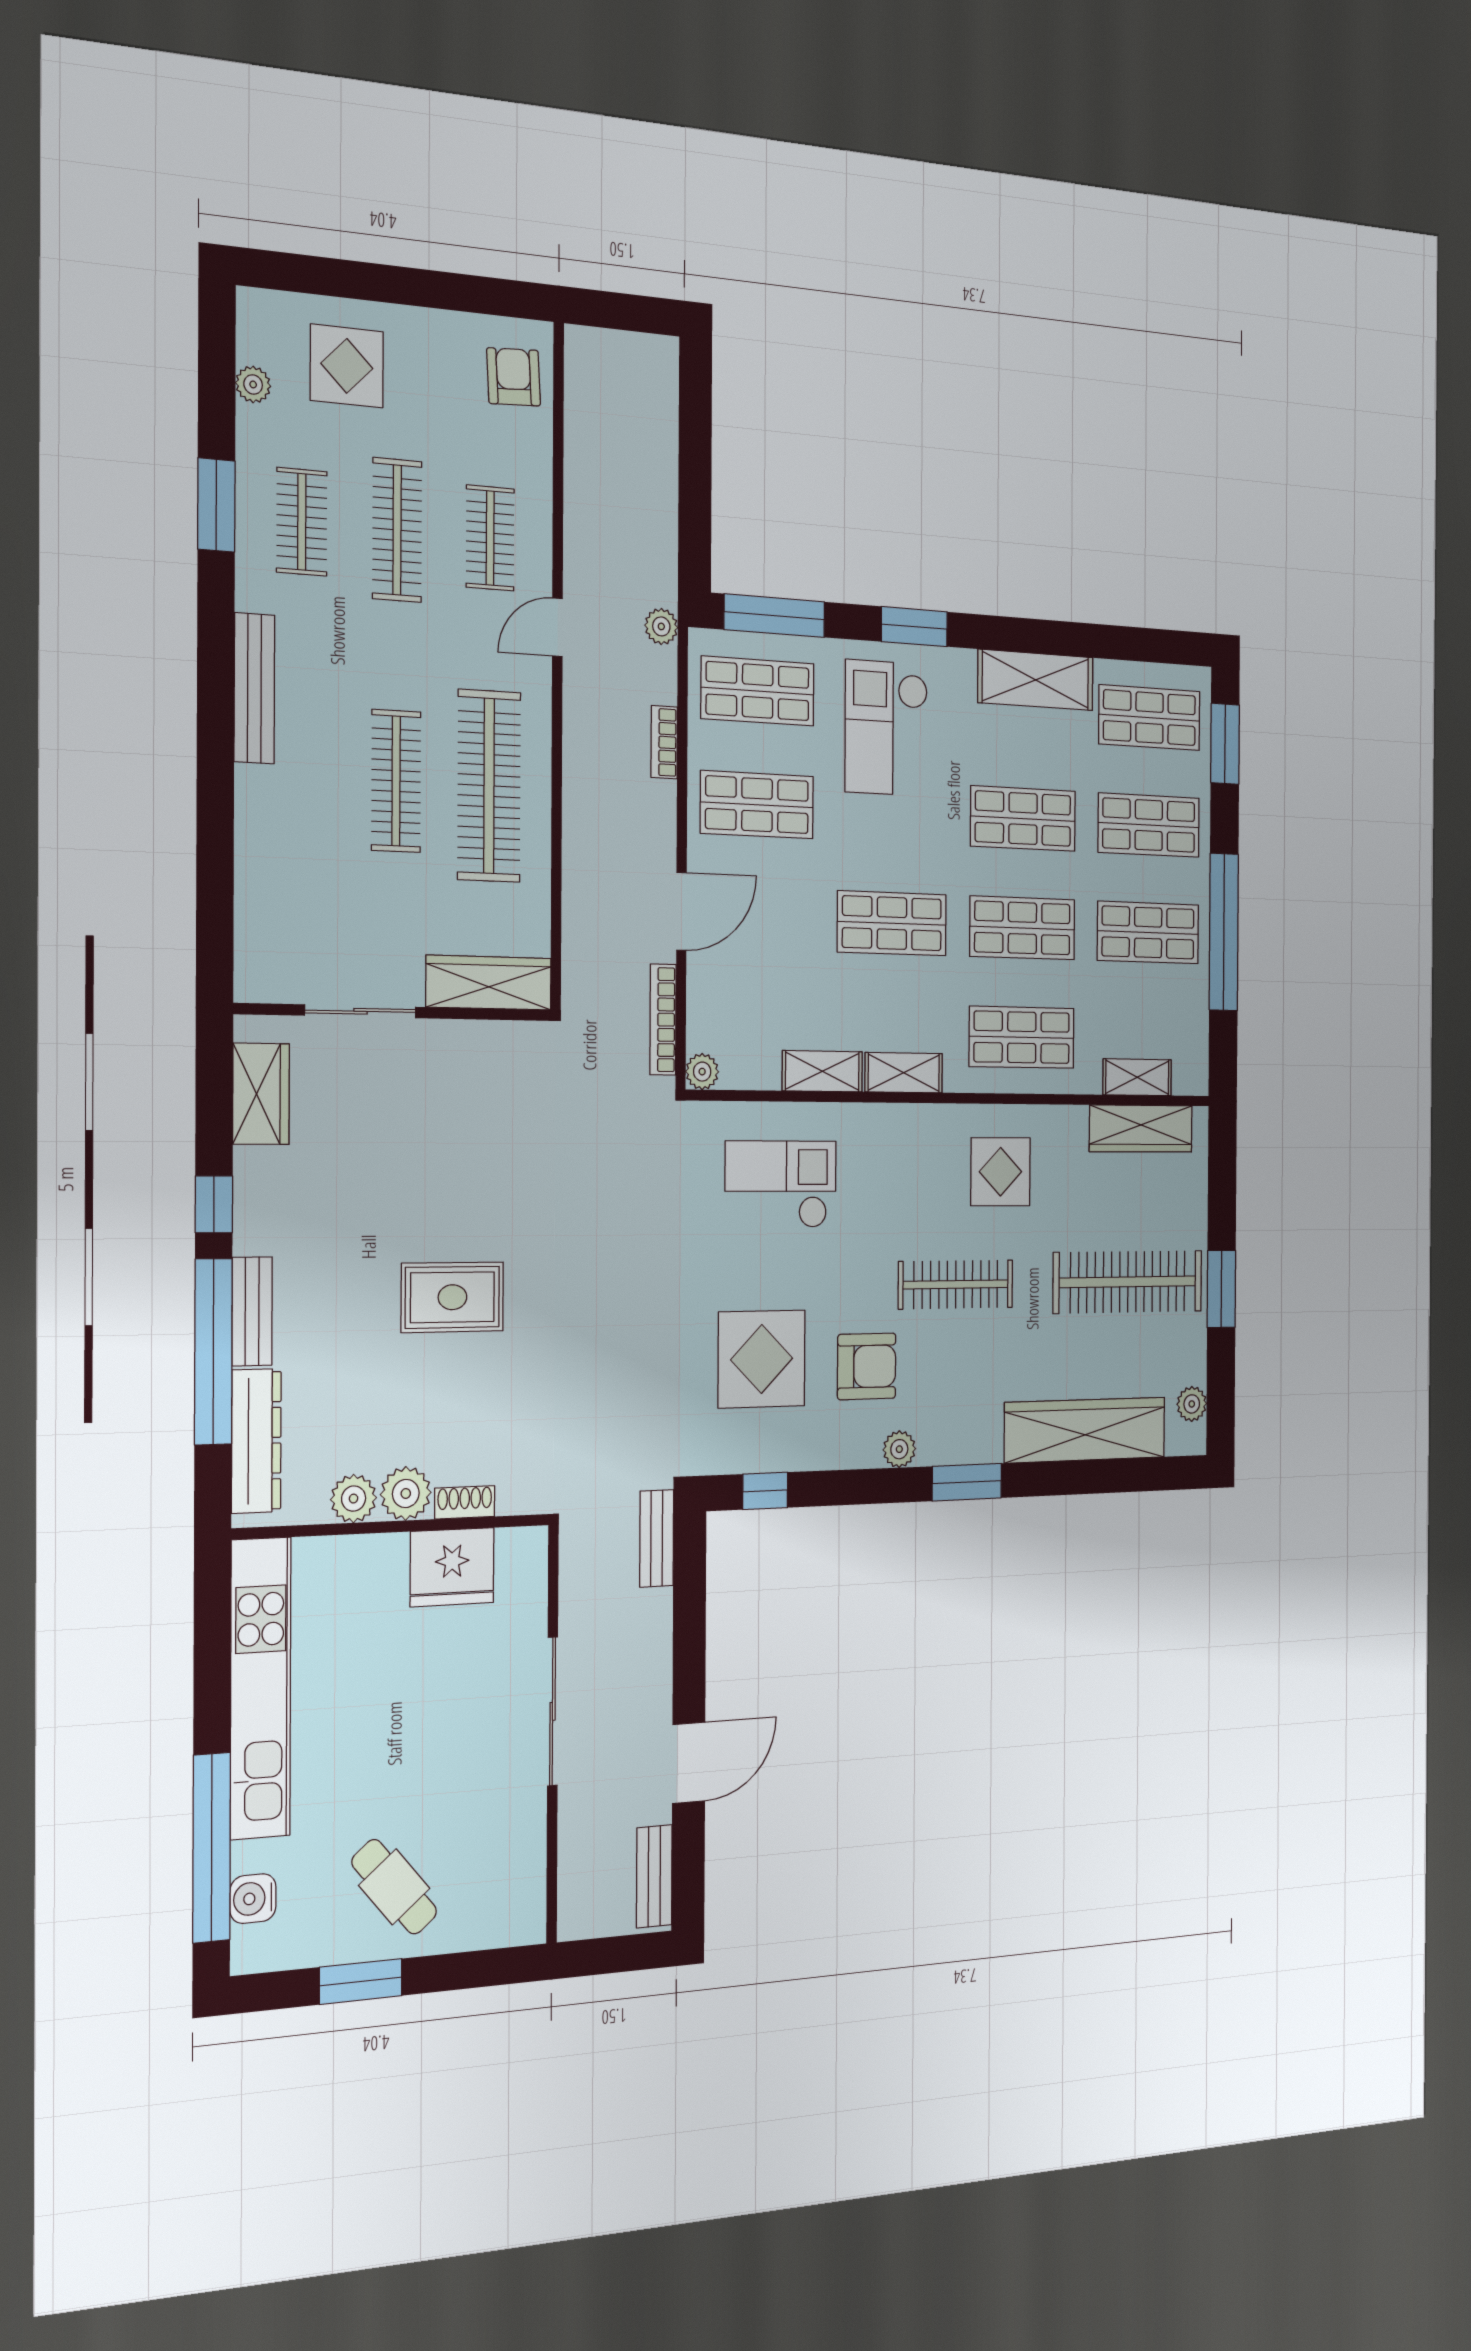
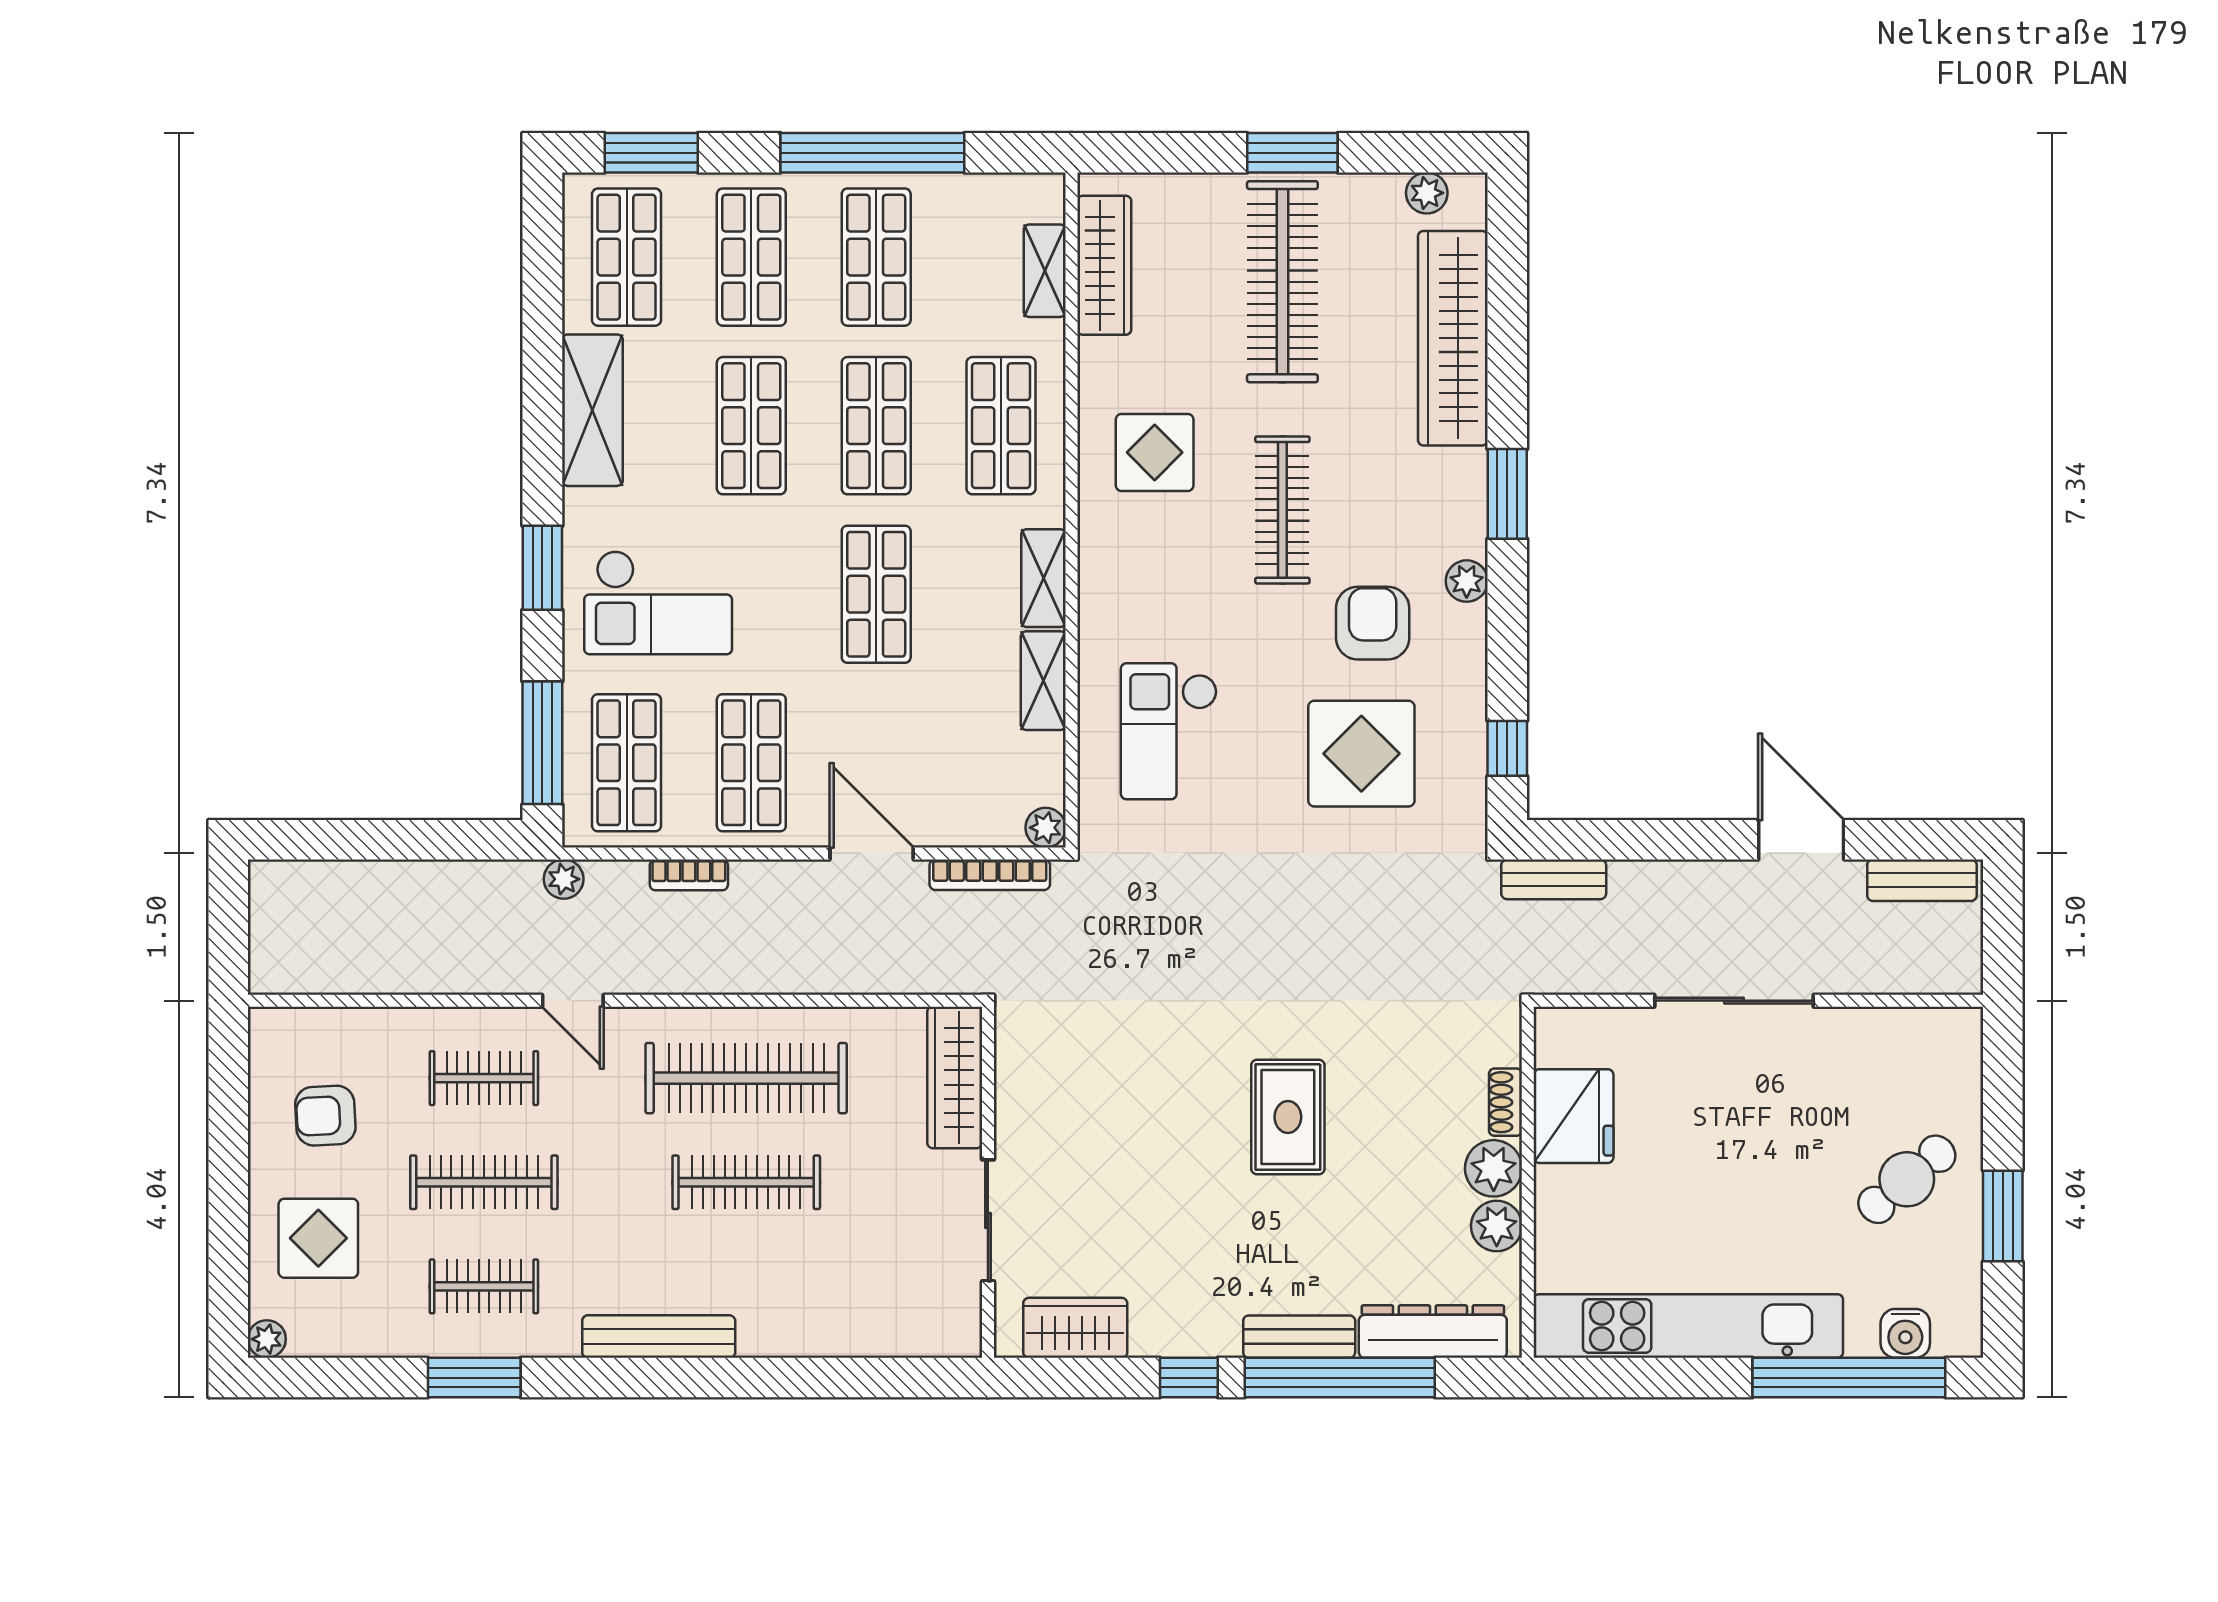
armchair: (514, 377) -> (325, 1116), moved
plant: (253, 384) -> (267, 1339), moved

